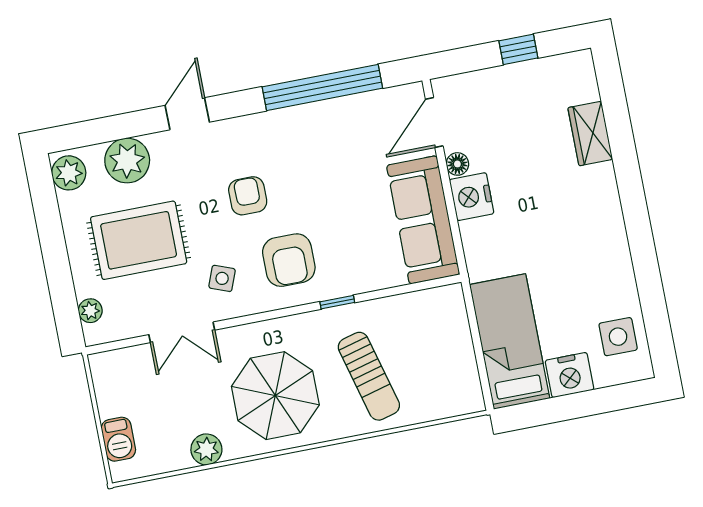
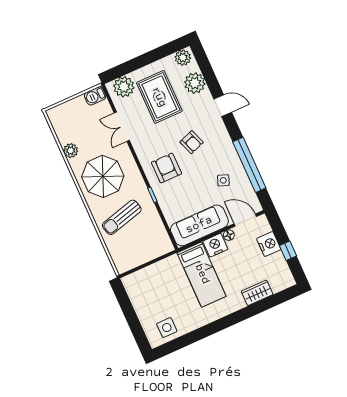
armchair: (248, 196) -> (192, 142), turned 70
armchair: (289, 260) -> (166, 168), turned 90
side table: (222, 278) -> (223, 180), moved
plant: (90, 311) -> (124, 87), width x1.88, depth x1.88
bed: (510, 341) -> (202, 274), moved, turned 90
nightstand: (570, 375) -> (269, 244), moved, turned 180
barbecue: (118, 439) -> (95, 96), moved

